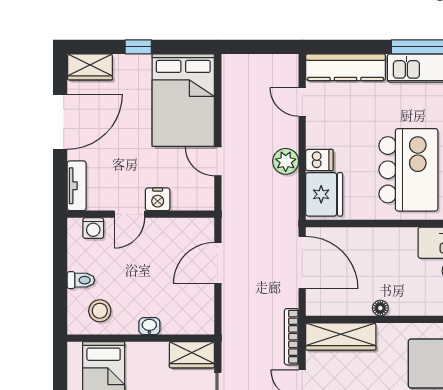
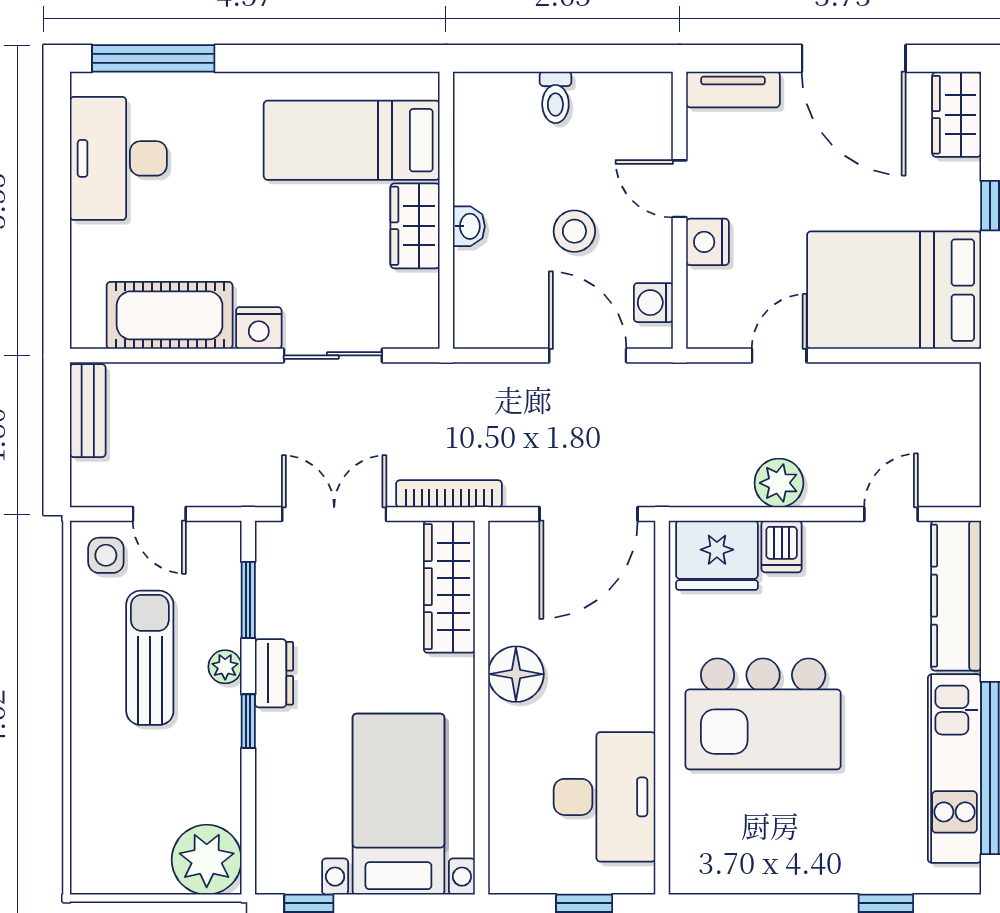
washing machine: (93, 228) -> (653, 303), moved
floor lamp: (380, 308) -> (516, 674), width x1.89, depth x1.89
stool: (100, 311) -> (574, 231), moved
wardrobe: (192, 355) -> (415, 226), moved

